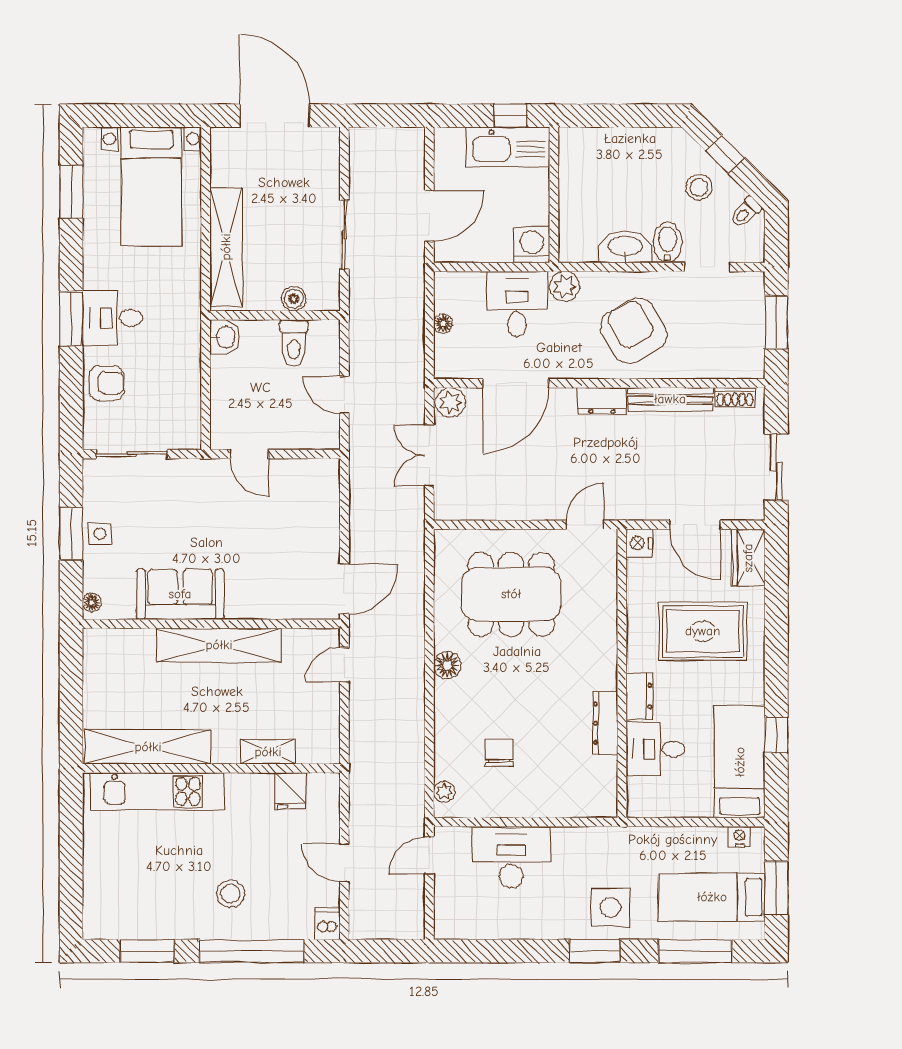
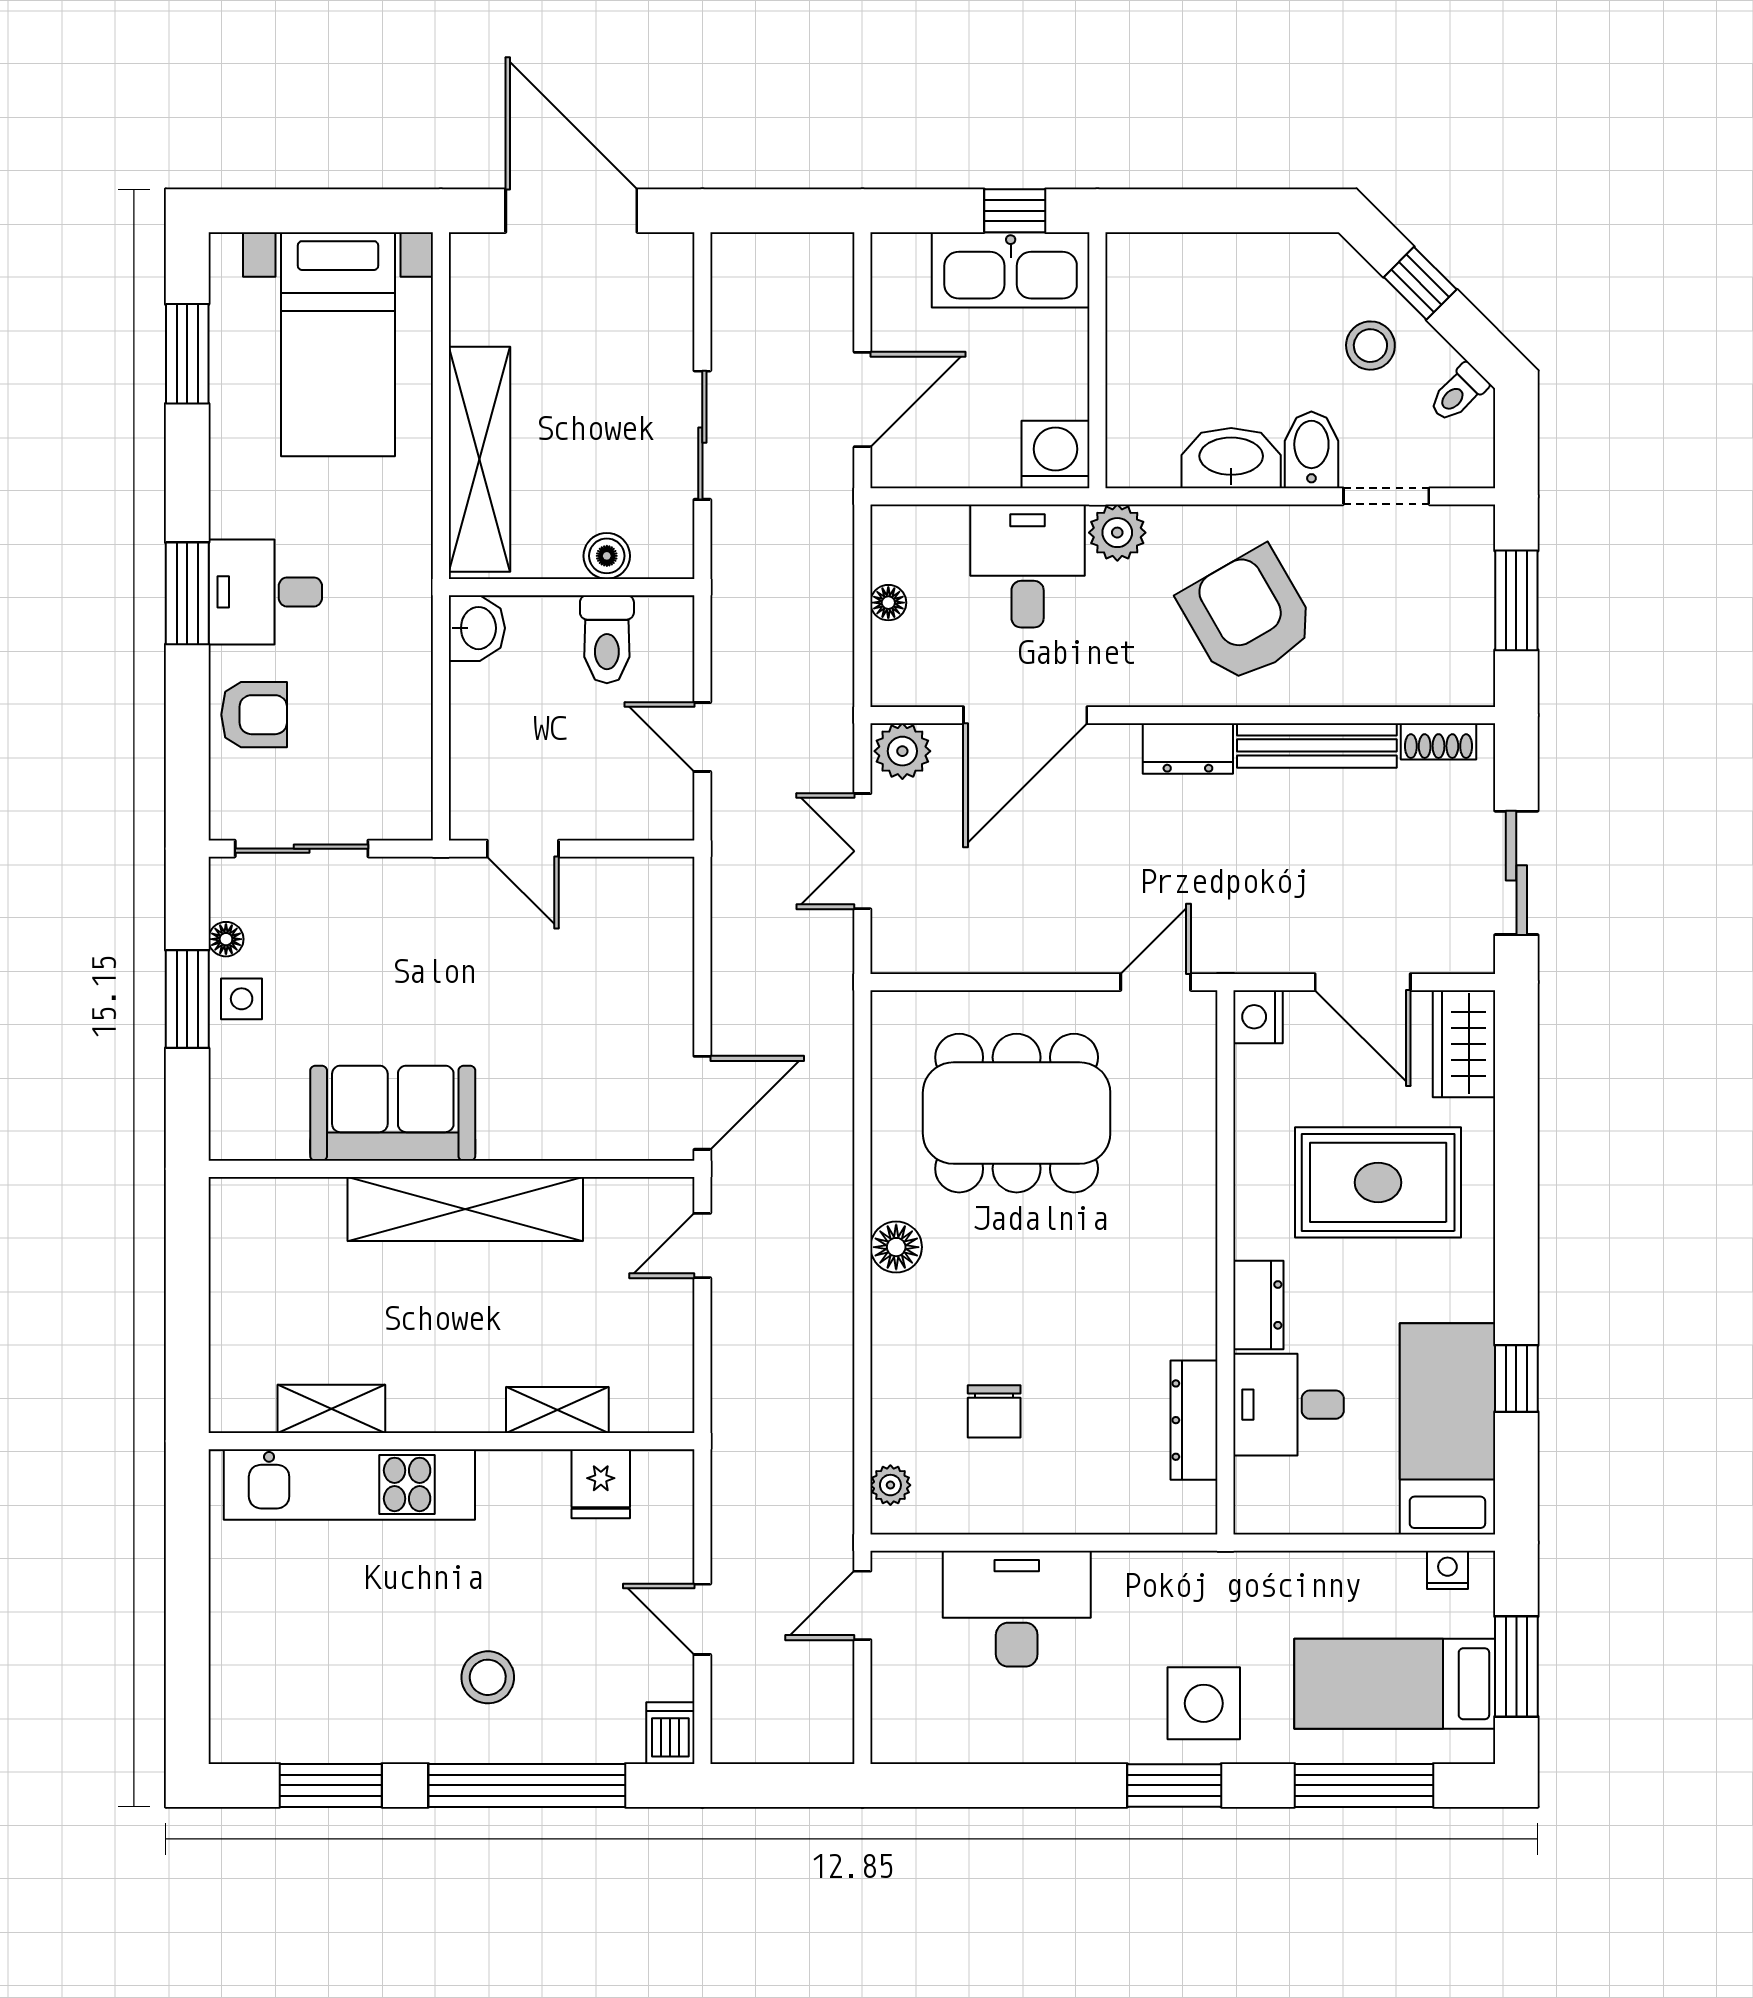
floor lamp: (92, 603) -> (226, 939), moved
dresser: (605, 723) -> (1194, 1420), moved
shelving: (148, 747) -> (331, 1409), width x0.45, depth x0.75
chair: (499, 753) -> (994, 1411), turned 180

